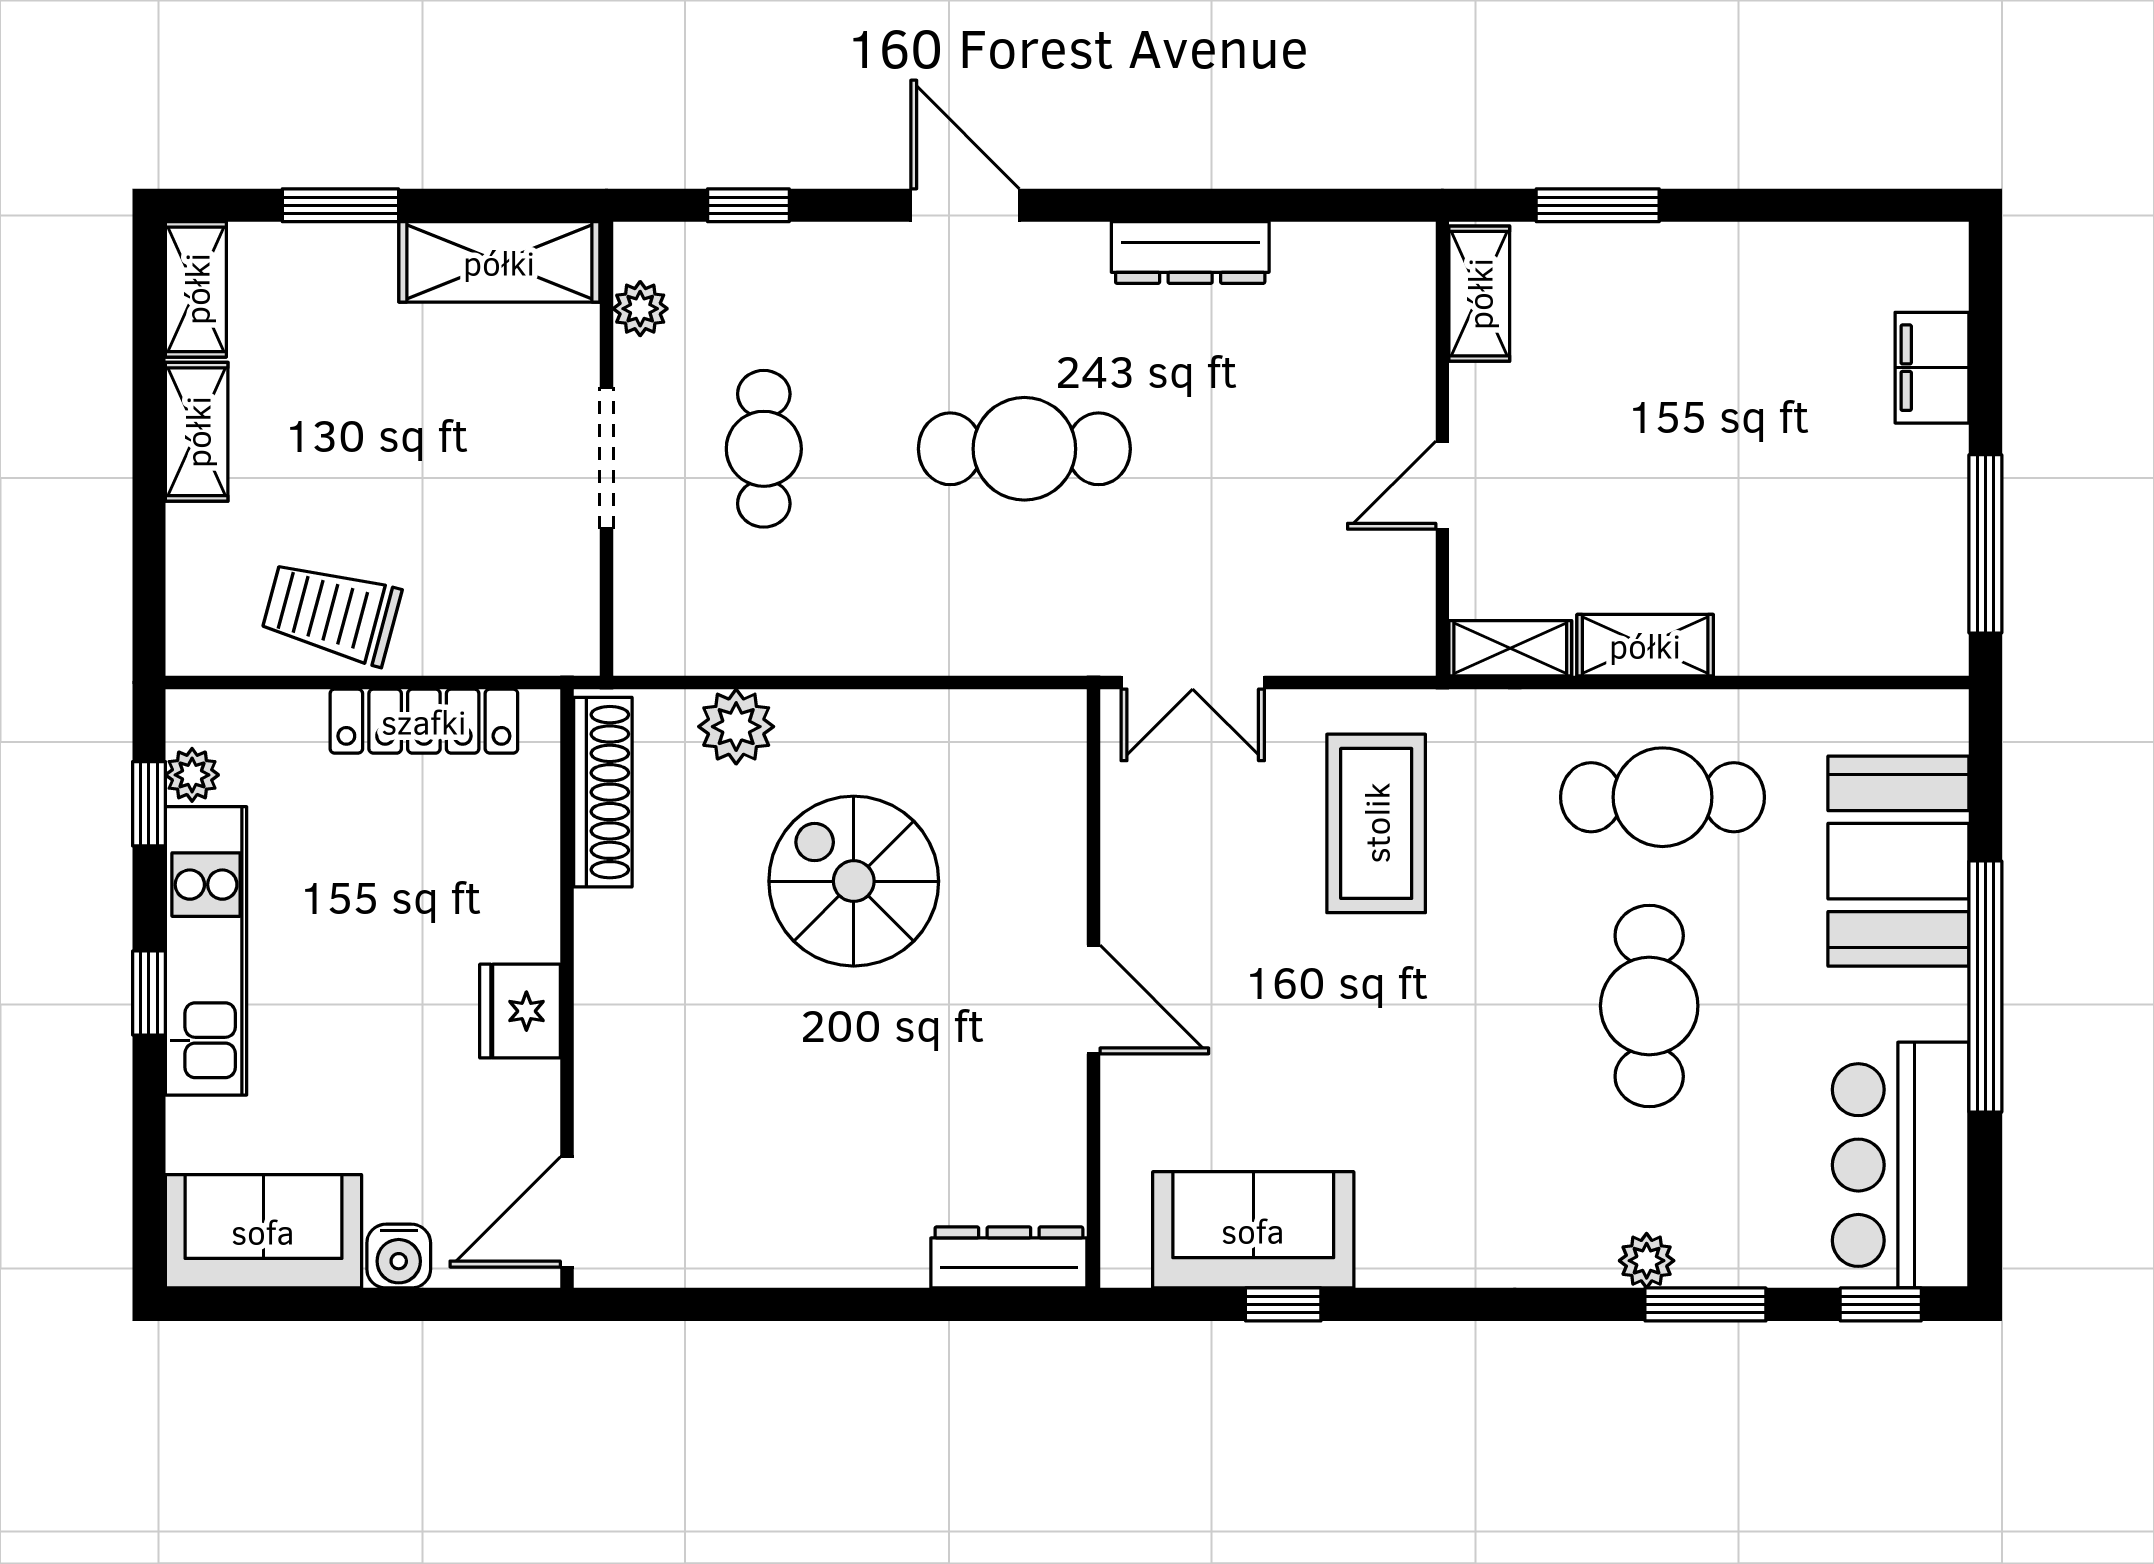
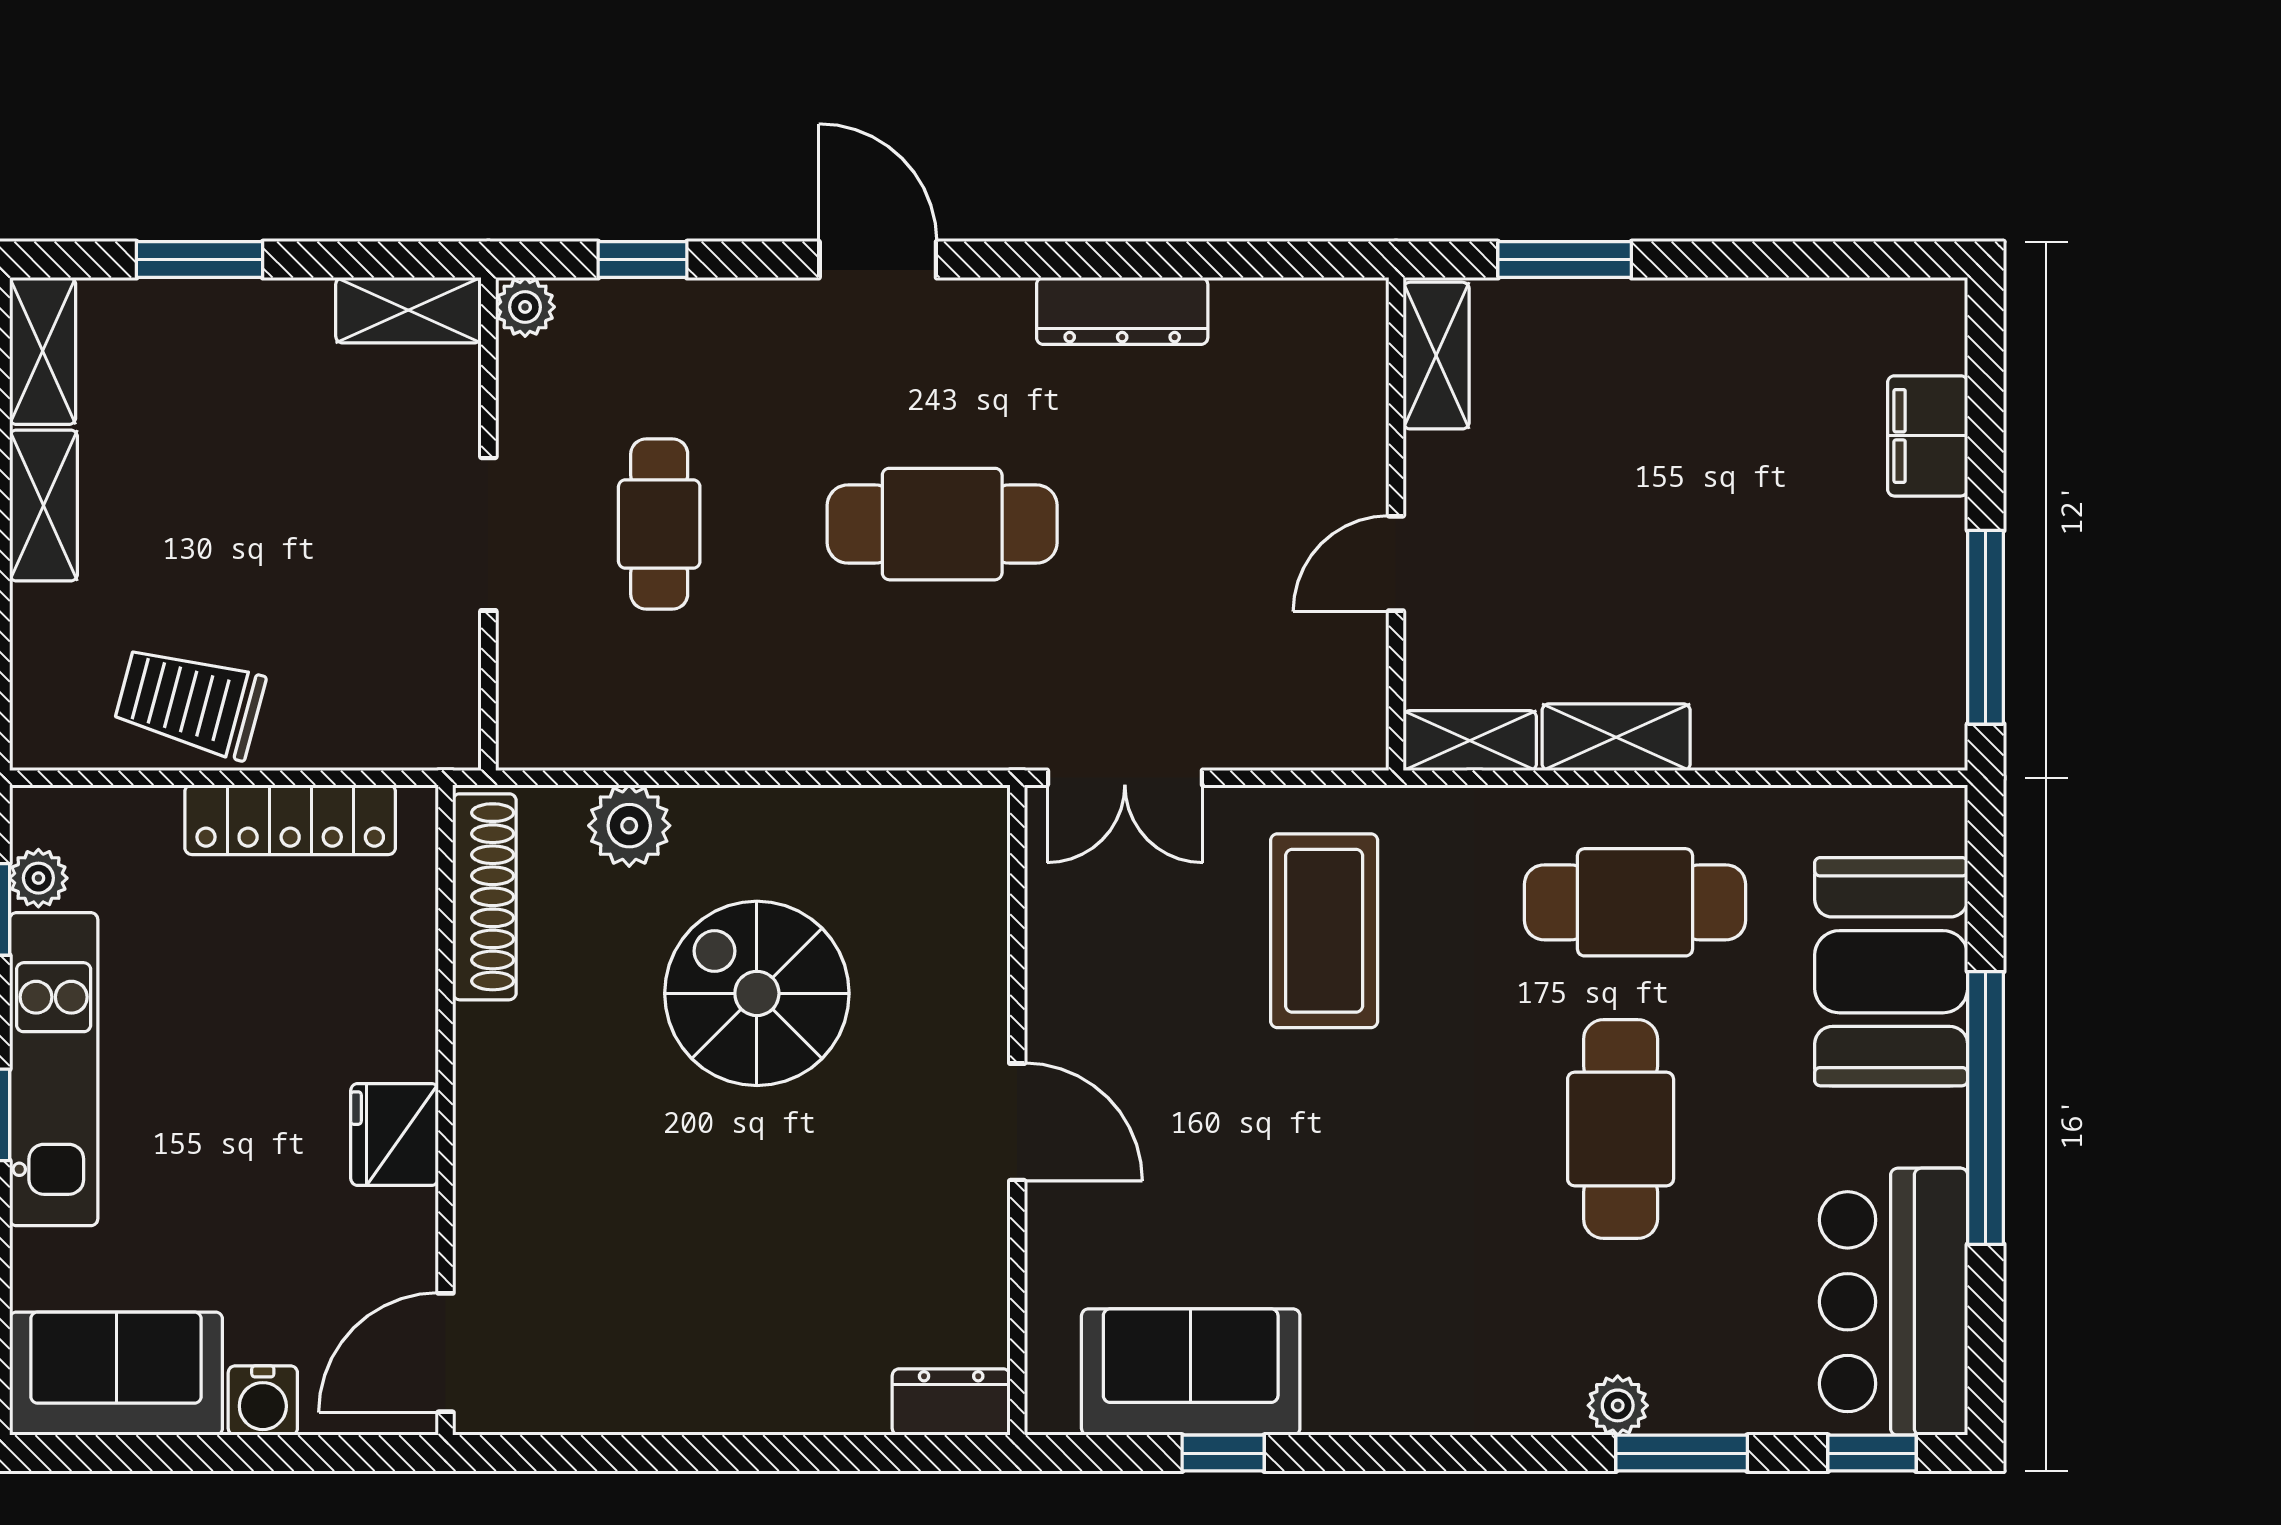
shelving: (499, 262) -> (408, 310), width x0.67, depth x0.75
plant: (640, 309) -> (525, 307), moved
dresser: (1009, 1257) -> (951, 1402), width x0.70

